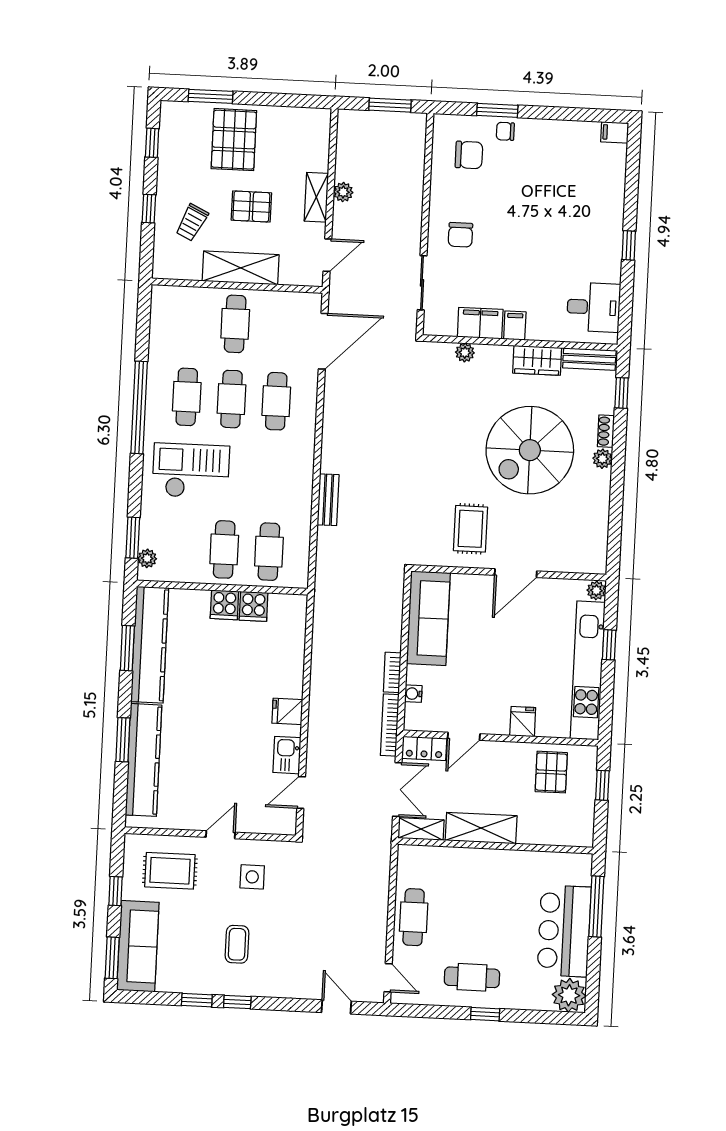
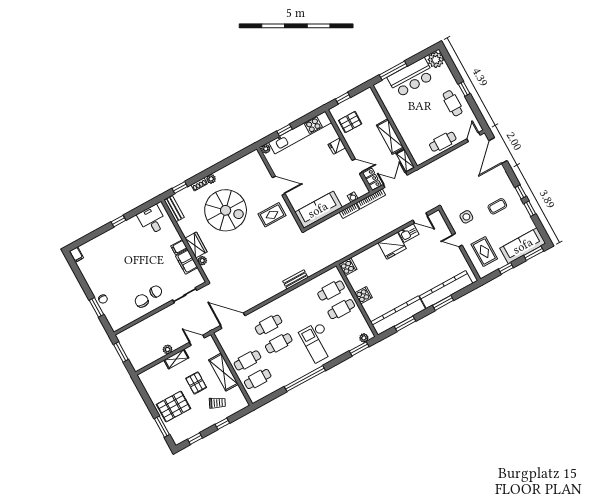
chair: (469, 155) -> (142, 301), moved
wardrobe: (537, 360) -> (196, 245), moved
cafe table: (187, 397) -> (258, 379), moved
cooker: (254, 606) -> (348, 267), moved
fridge: (287, 711) -> (392, 246), width x1.88, depth x1.34
door: (336, 1007) -> (498, 151), width x1.87

